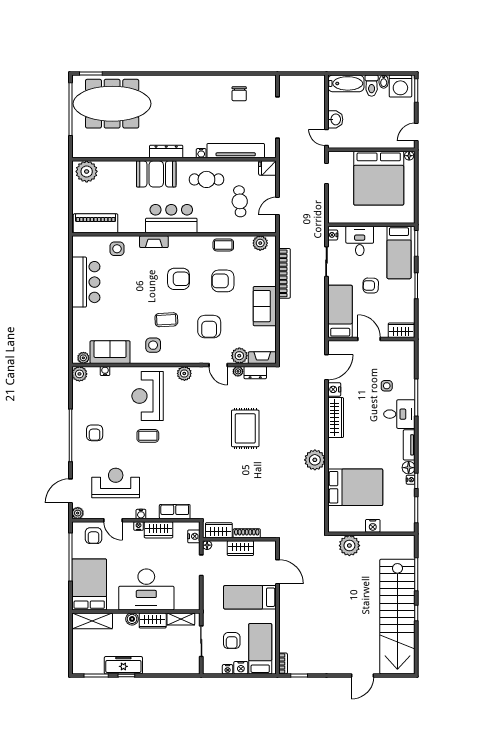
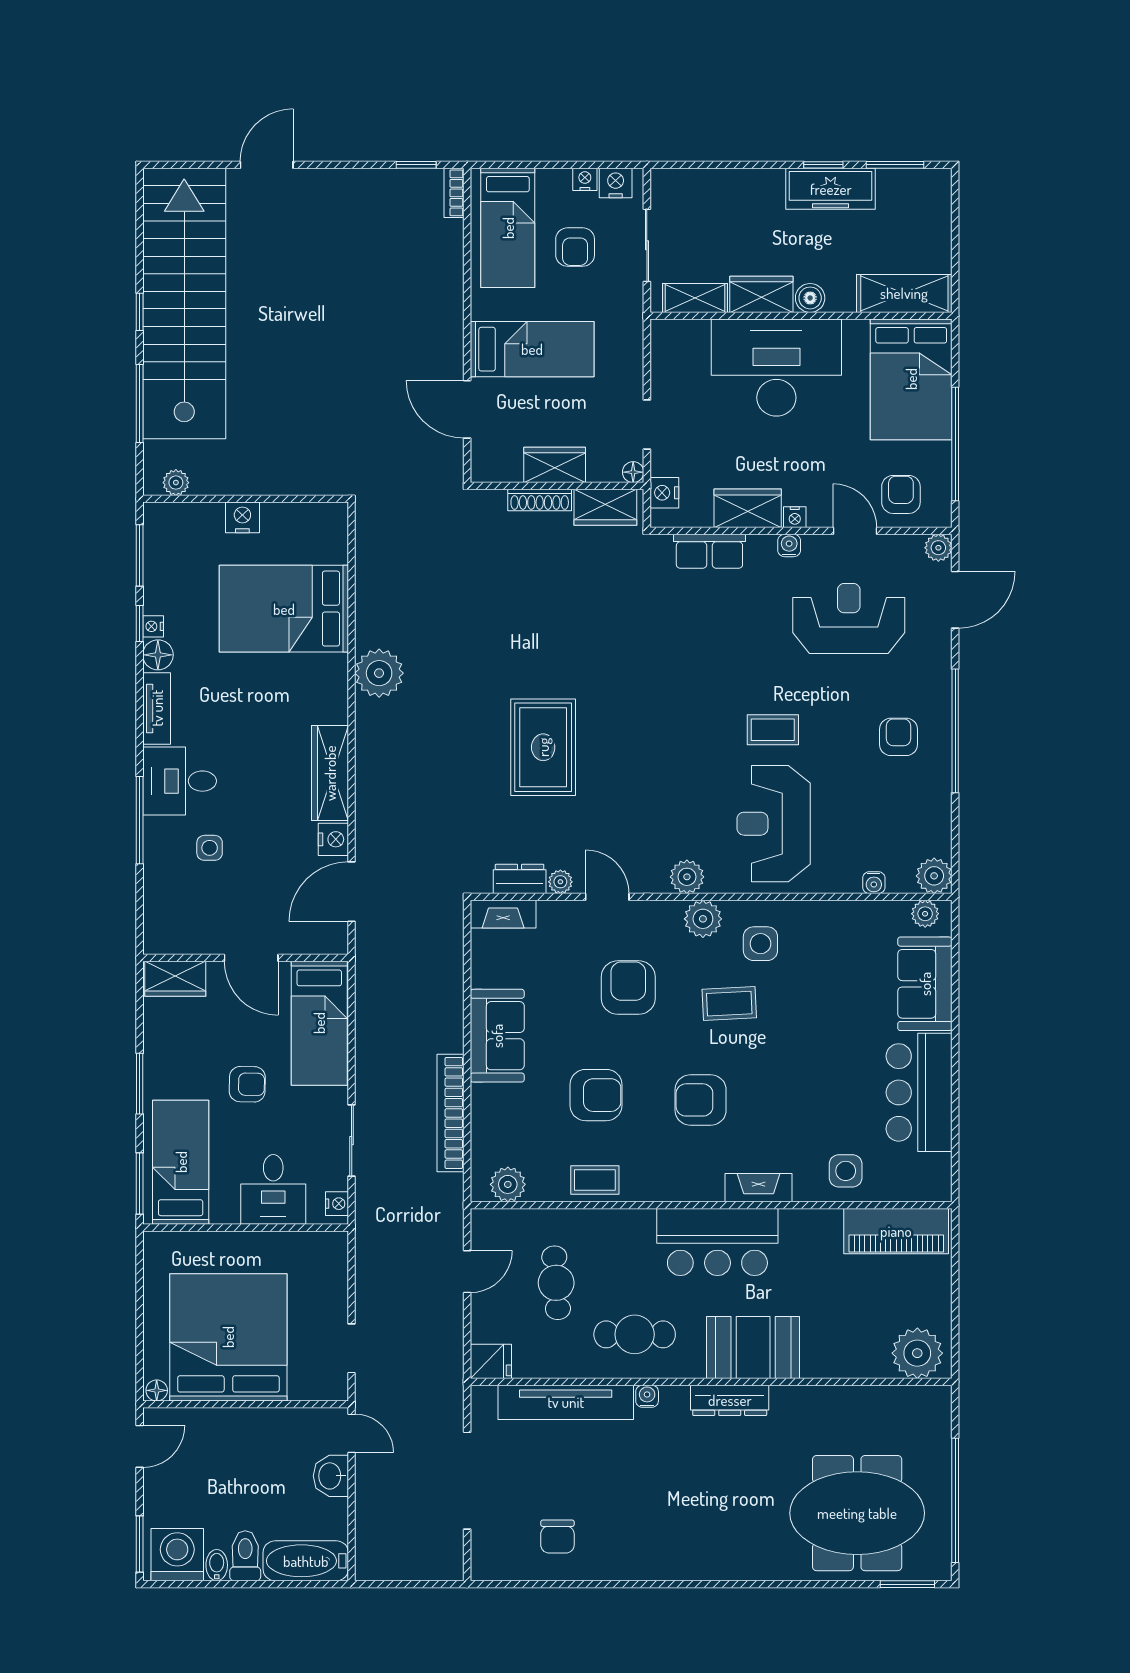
chair: (239, 94) -> (557, 1537), turned 180
meeting table: (112, 104) -> (857, 1513), width x0.73
sofa: (110, 352) -> (925, 984), moved, turned 90
plant: (239, 356) -> (703, 919), moved
reception desk: (148, 396) -> (774, 824), turned 180
reception desk: (116, 483) -> (849, 619), turned 180
plant: (349, 546) -> (176, 483), moved, width x0.53, depth x0.53
armchair: (232, 641) -> (575, 247), turned 180
nightstand: (241, 668) -> (616, 183), moved

